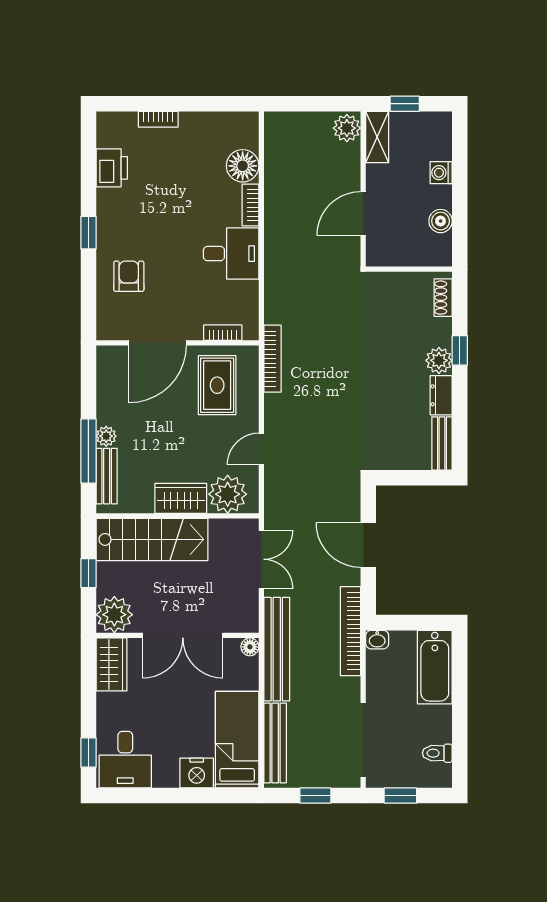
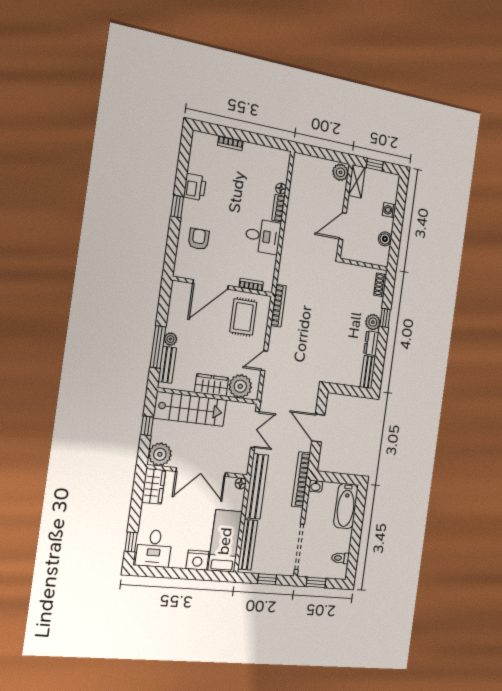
floor lamp: (243, 166) -> (281, 189), width x0.53, depth x0.53
printer: (112, 168) -> (195, 187), moved

